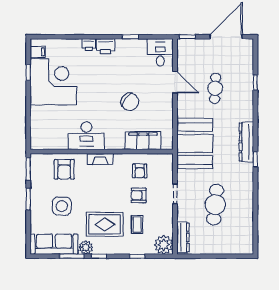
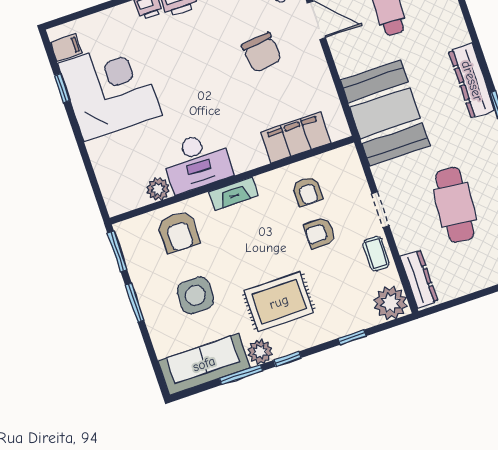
chair: (130, 102) -> (262, 52), moved, turned 46
plant: (61, 143) -> (158, 189), added
coffee table: (137, 225) -> (376, 253), moved

